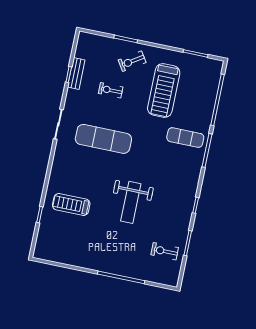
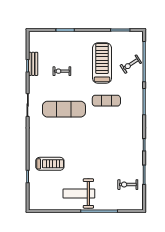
exercise bike: (132, 61) -> (131, 64), moved
treadmill: (164, 90) -> (102, 63), turned 180
exercise mat: (185, 138) -> (106, 101), moved
weight bench: (131, 202) -> (79, 193), moved, turned 90
treadmill: (71, 204) -> (50, 164), turned 180

